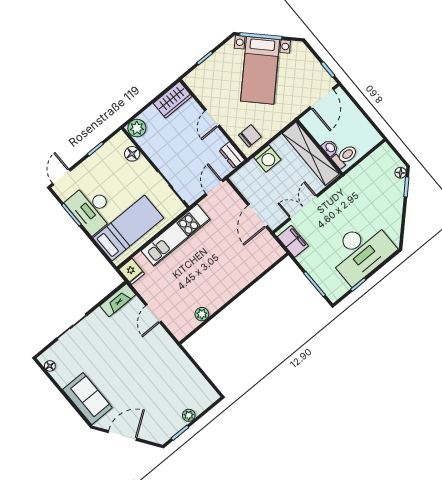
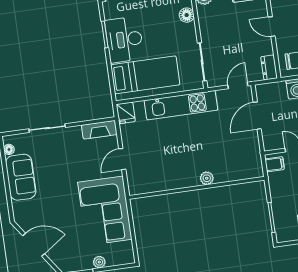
door: (212, 118) -> (272, 27), hinge flipped
door: (258, 216) -> (257, 116), moved
filing cabinet: (293, 241) -> (275, 164), width x0.50
plant: (202, 314) -> (207, 178), moved
corner sofa: (166, 368) -> (105, 211), added
sofa: (87, 399) -> (21, 177), moved

